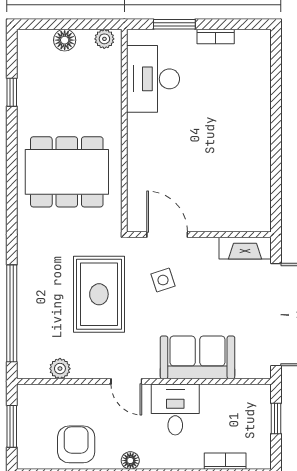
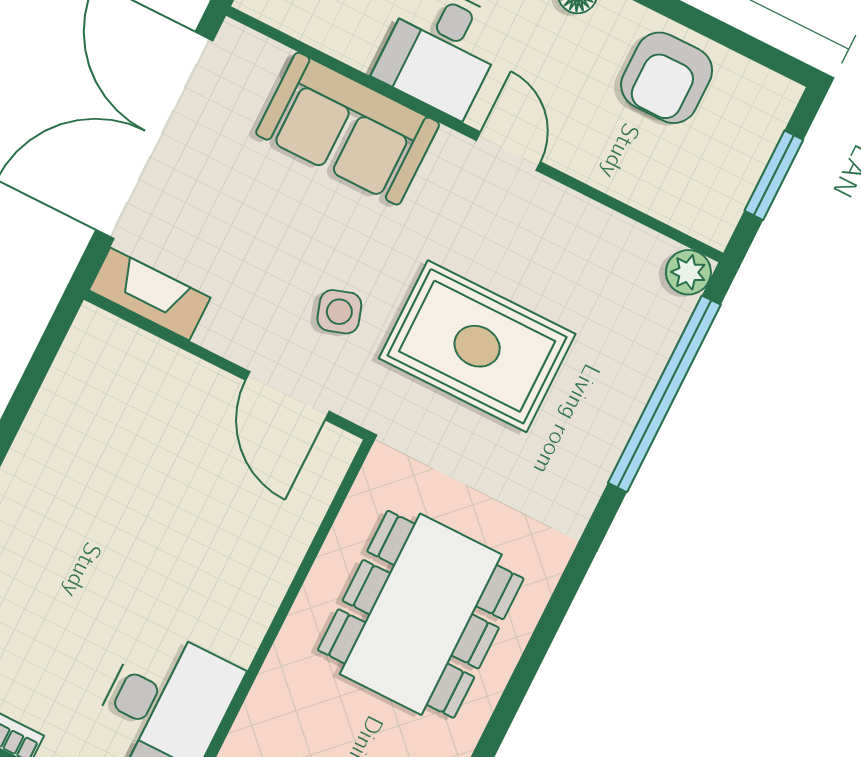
dining table: (67, 172) -> (421, 614), turned 90
rug: (99, 294) -> (477, 346), turned 90
plant: (60, 369) -> (688, 272), moved

